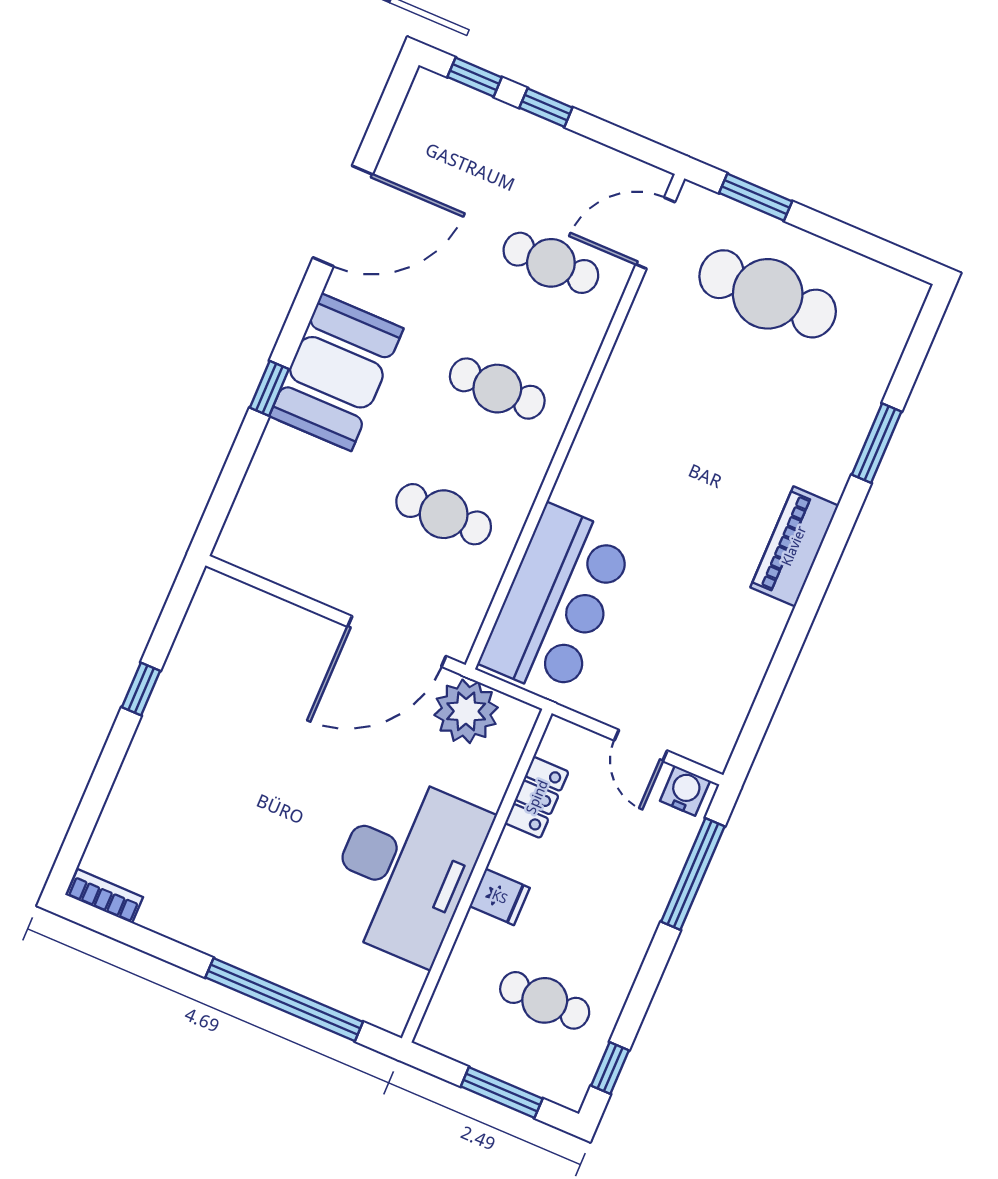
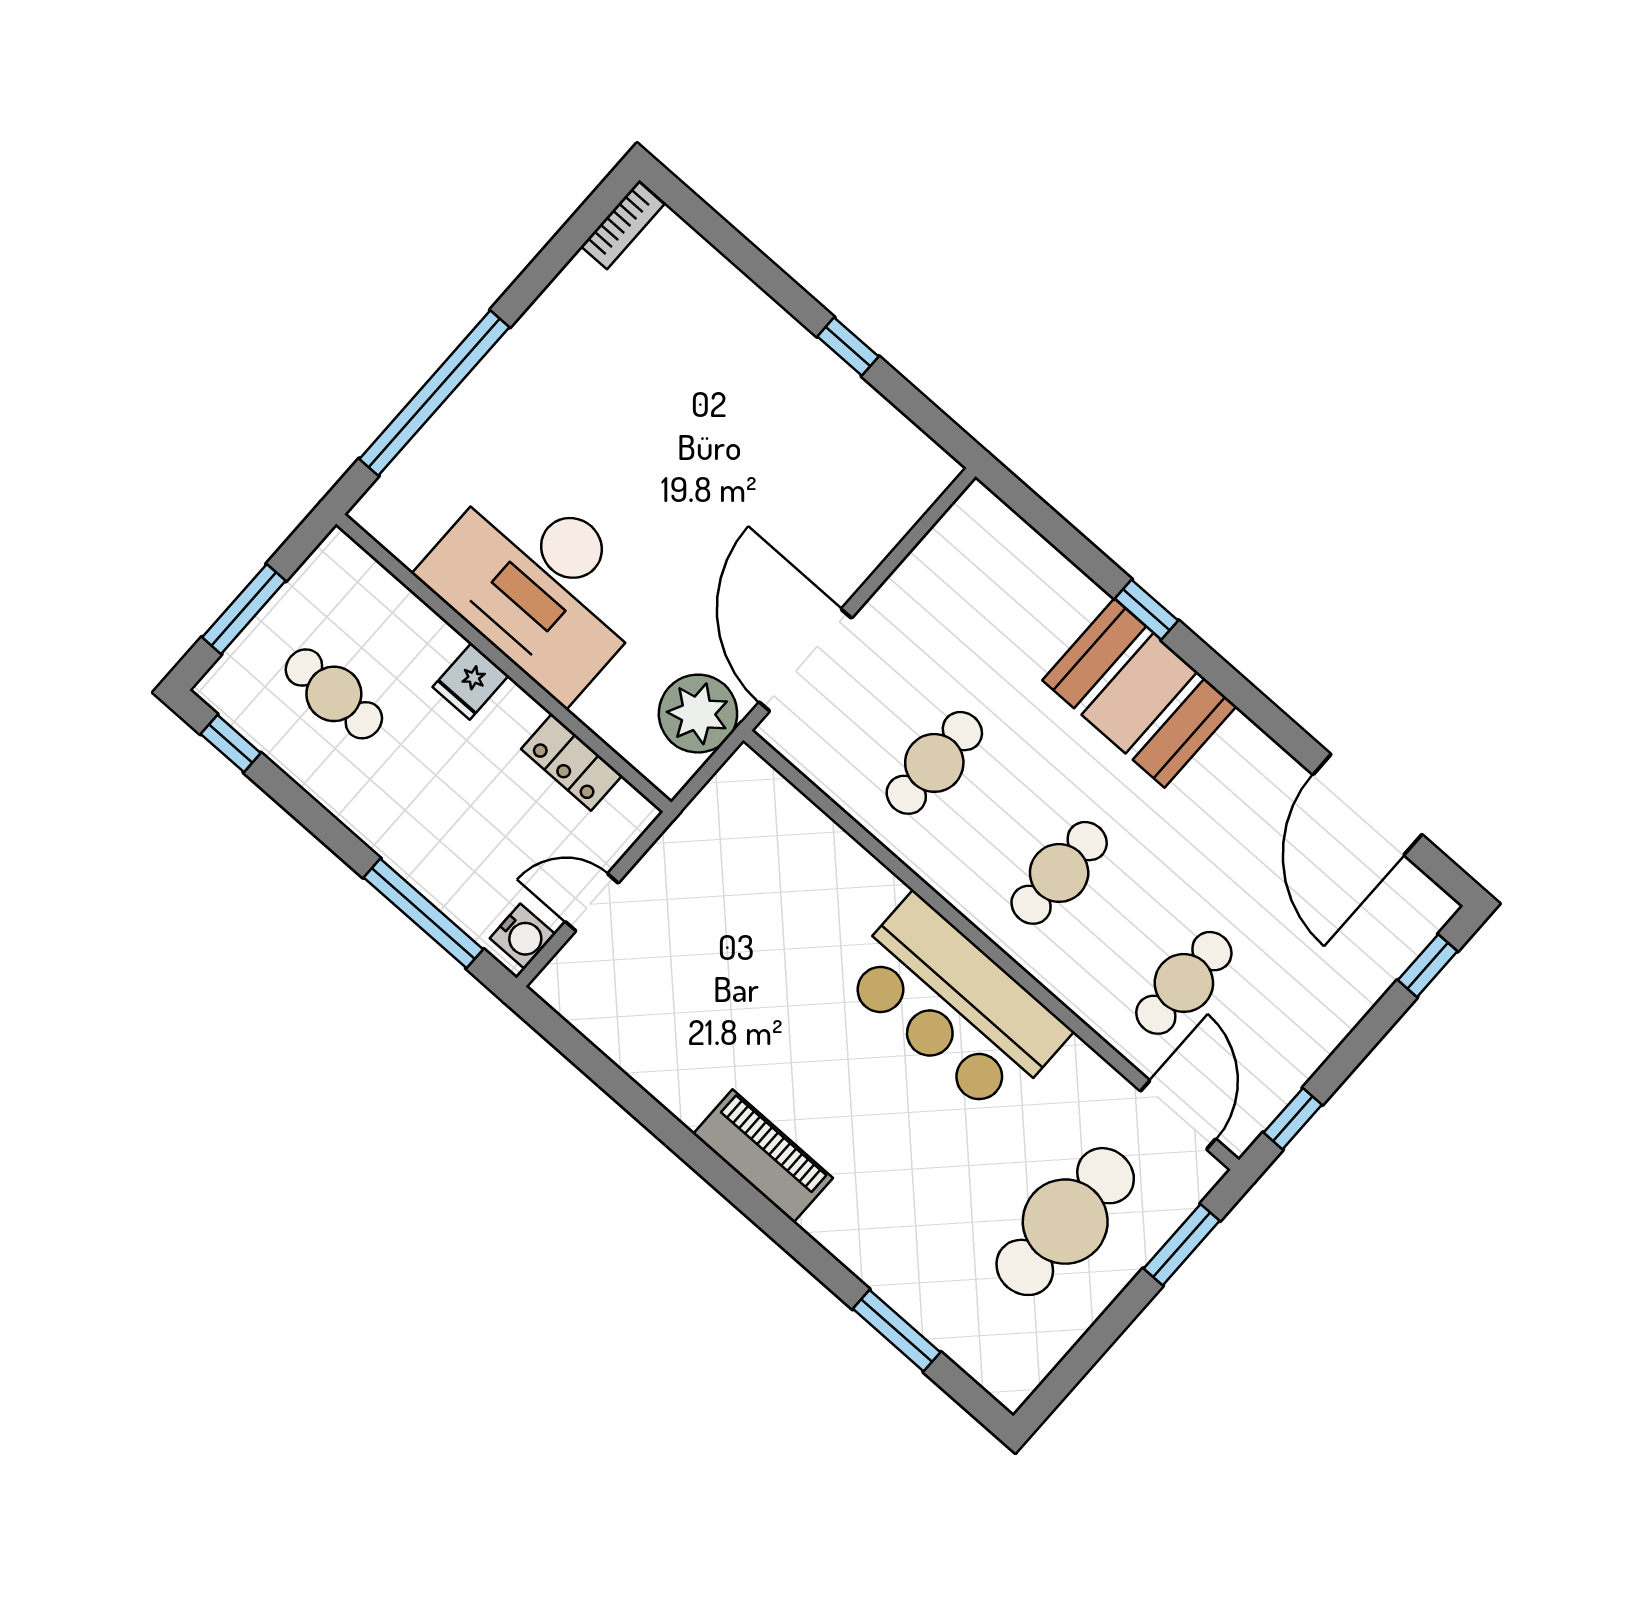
window: (546, 108) -> (1293, 1119), moved
door: (343, 216) -> (1367, 804), moved
window: (877, 443) -> (897, 1331), moved
bar counter: (557, 602) -> (954, 1005), moved
cafe table: (545, 1000) -> (334, 694), turned 90

